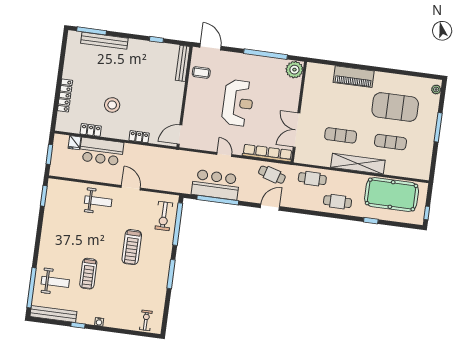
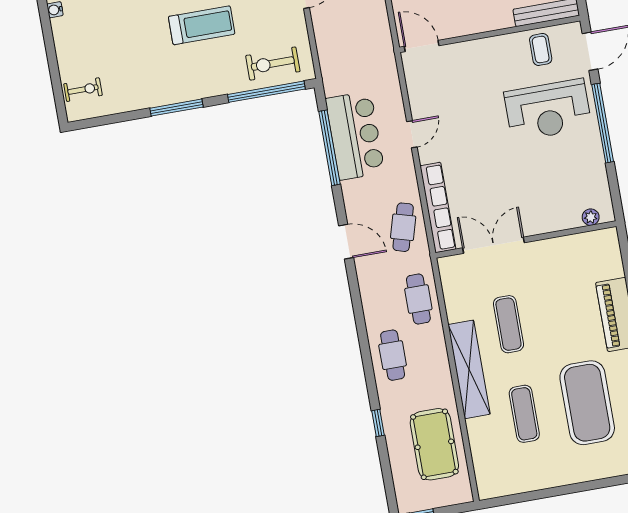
window: (266, 54) -> (603, 123), moved
plant: (294, 70) -> (591, 217), width x0.53, depth x0.53
reception desk: (238, 103) -> (548, 110), moved
window: (438, 127) -> (576, 488), removed
pool table: (392, 194) -> (434, 444), width x0.73, depth x0.76
treadmill: (132, 247) -> (202, 25), turned 180

